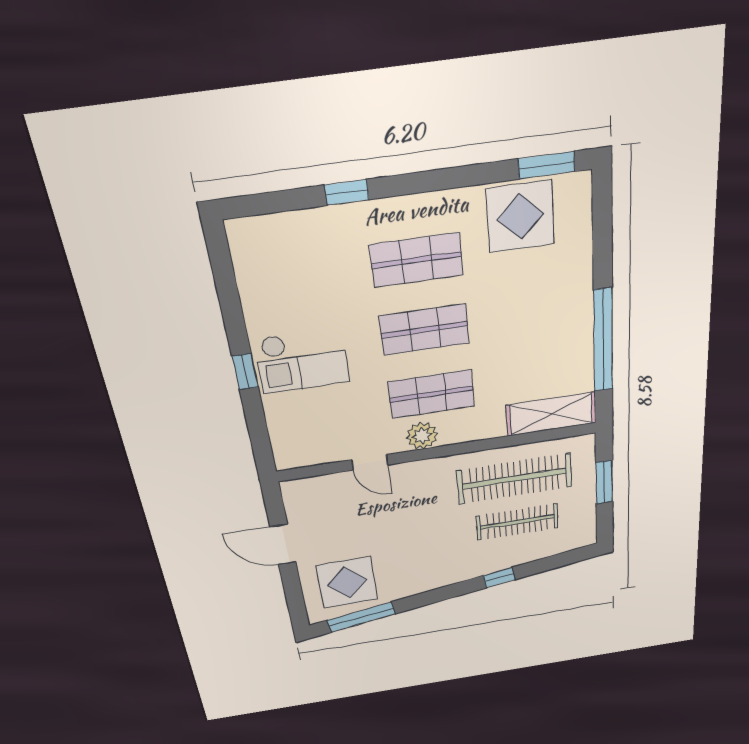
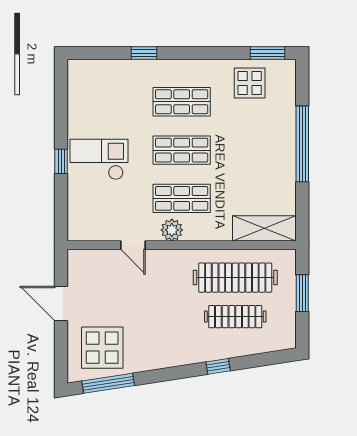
display table: (520, 217) -> (250, 83), width x0.73, depth x0.73
window: (603, 341) -> (302, 144), moved
checkout: (302, 361) -> (99, 159), turned 180

